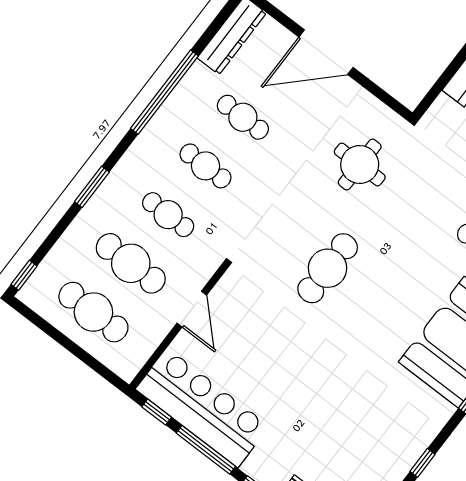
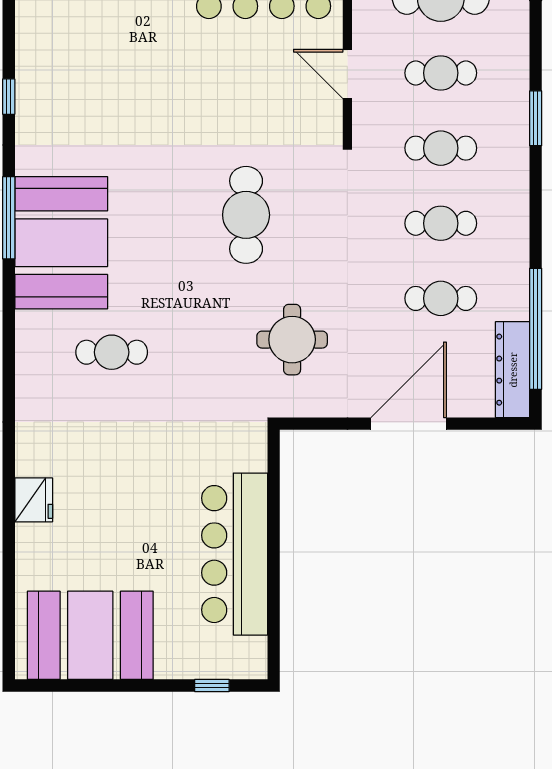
window: (164, 92) -> (536, 329), moved
cafe table: (131, 263) -> (441, 73), width x0.73, depth x0.74

